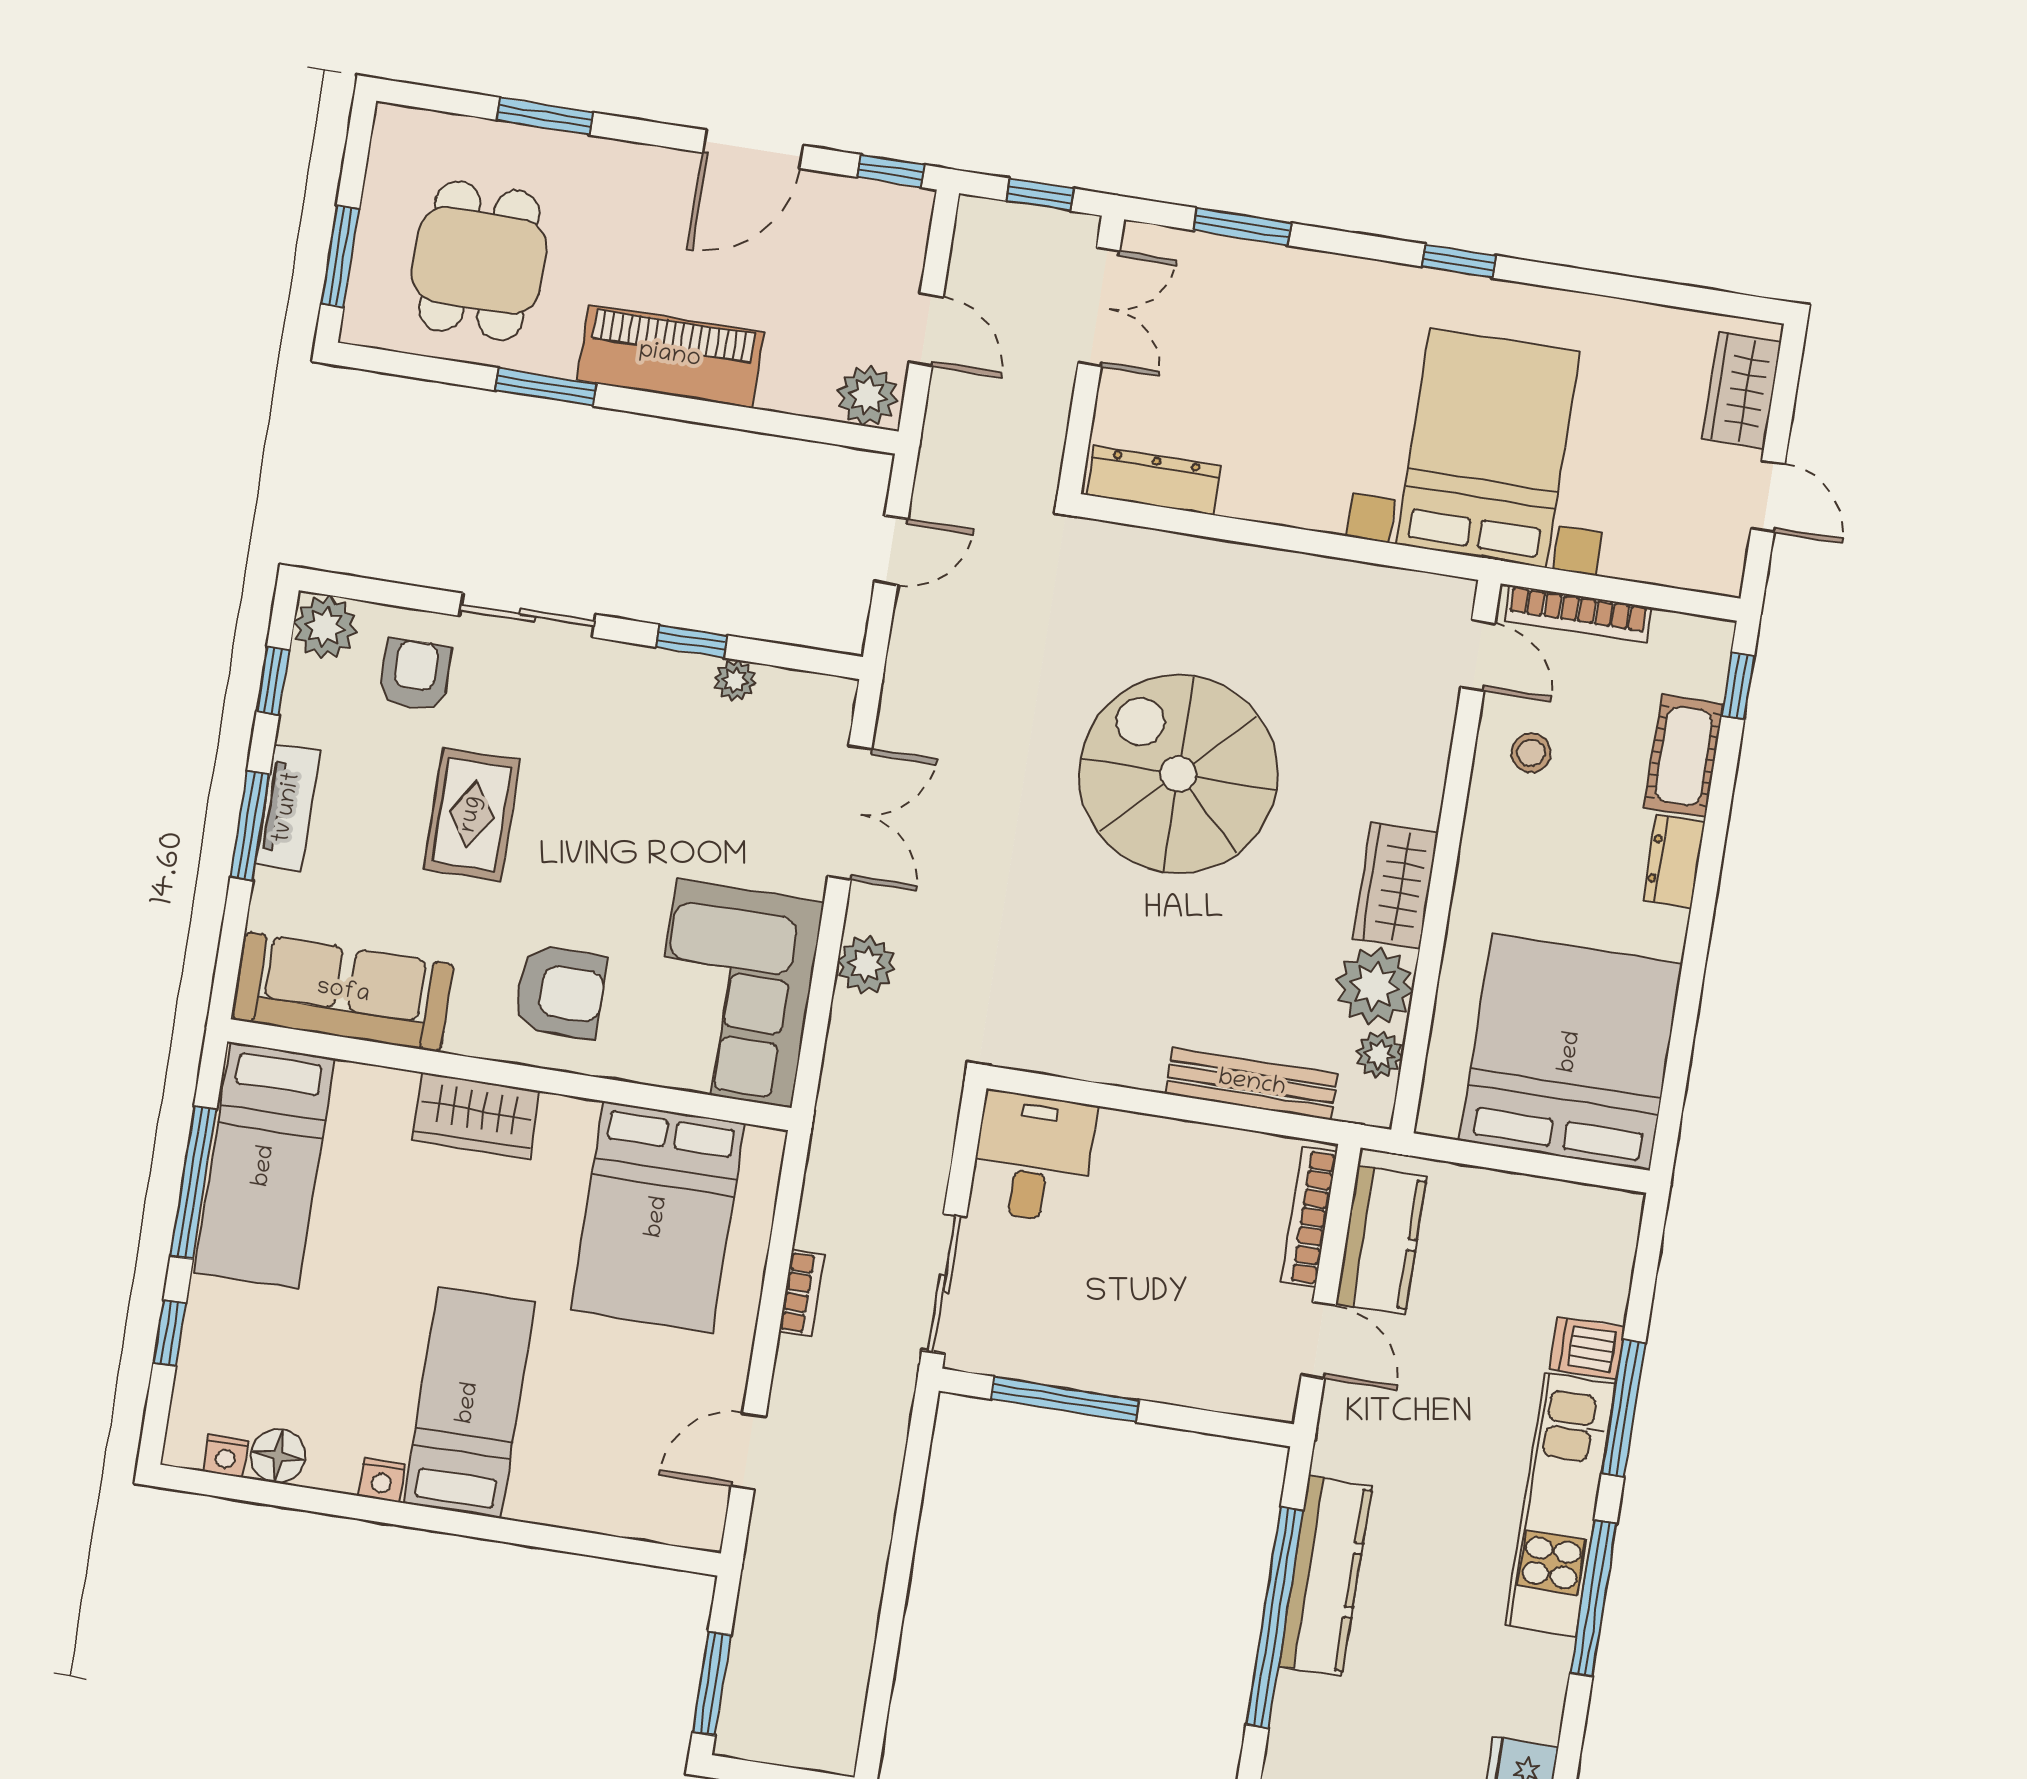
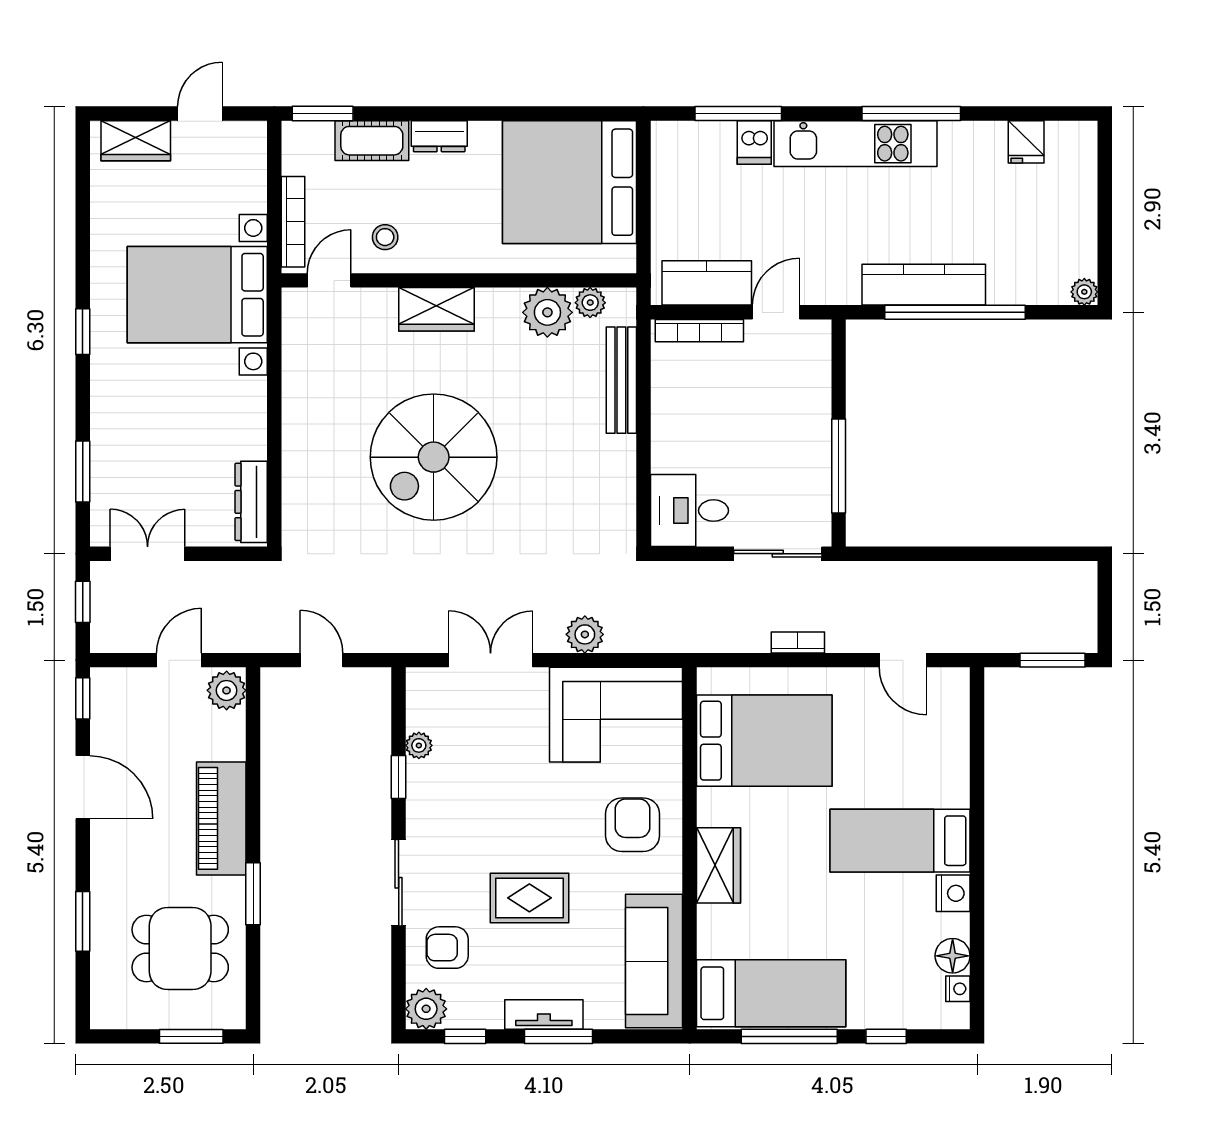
window: (1738, 686) -> (323, 114), width x1.50
wardrobe: (1395, 886) -> (437, 309), moved
window: (1624, 1408) -> (738, 114), moved
nightstand: (382, 1480) -> (953, 893), width x1.39, depth x1.35

